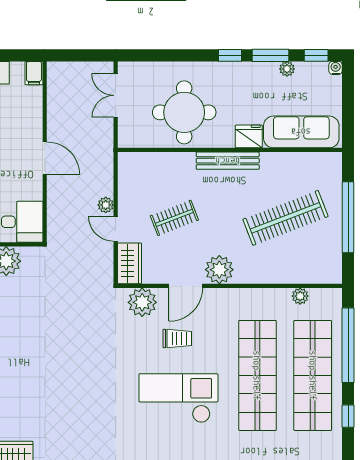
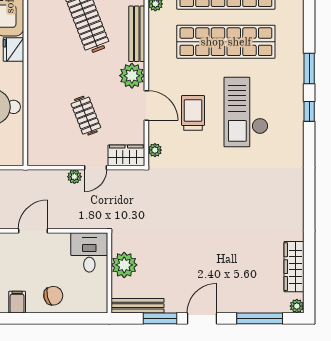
bench: (228, 161) -> (137, 34), moved
plant: (142, 302) -> (155, 150), width x0.53, depth x0.53
trolley: (177, 338) -> (193, 113), width x1.36, depth x1.39

